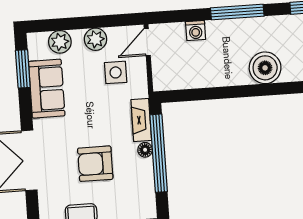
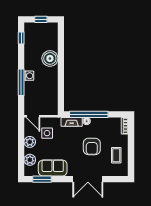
window: (237, 12) -> (21, 82), moved
washing machine: (196, 31) -> (29, 76), moved

